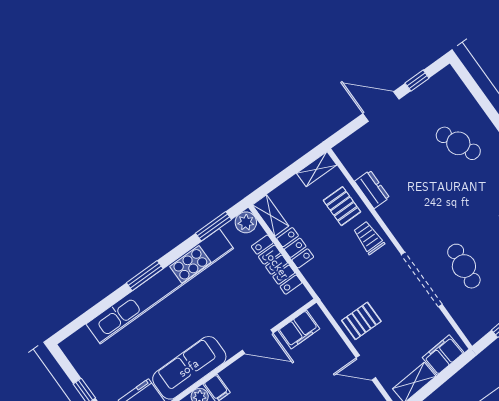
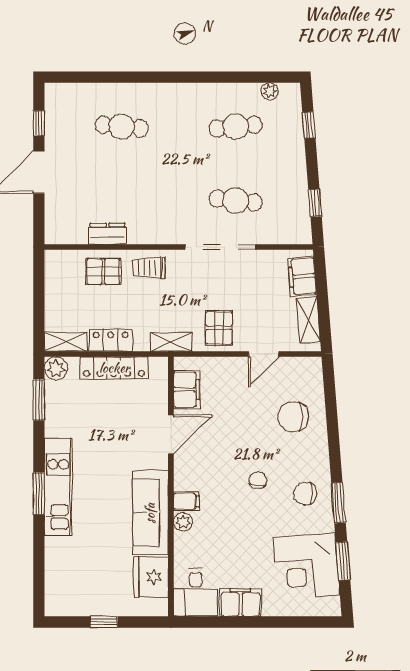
cafe table: (458, 143) -> (122, 127), turned 30
shelving: (317, 169) -> (171, 342), moved, turned 90
kitchen unit: (160, 286) -> (58, 487), width x0.54

